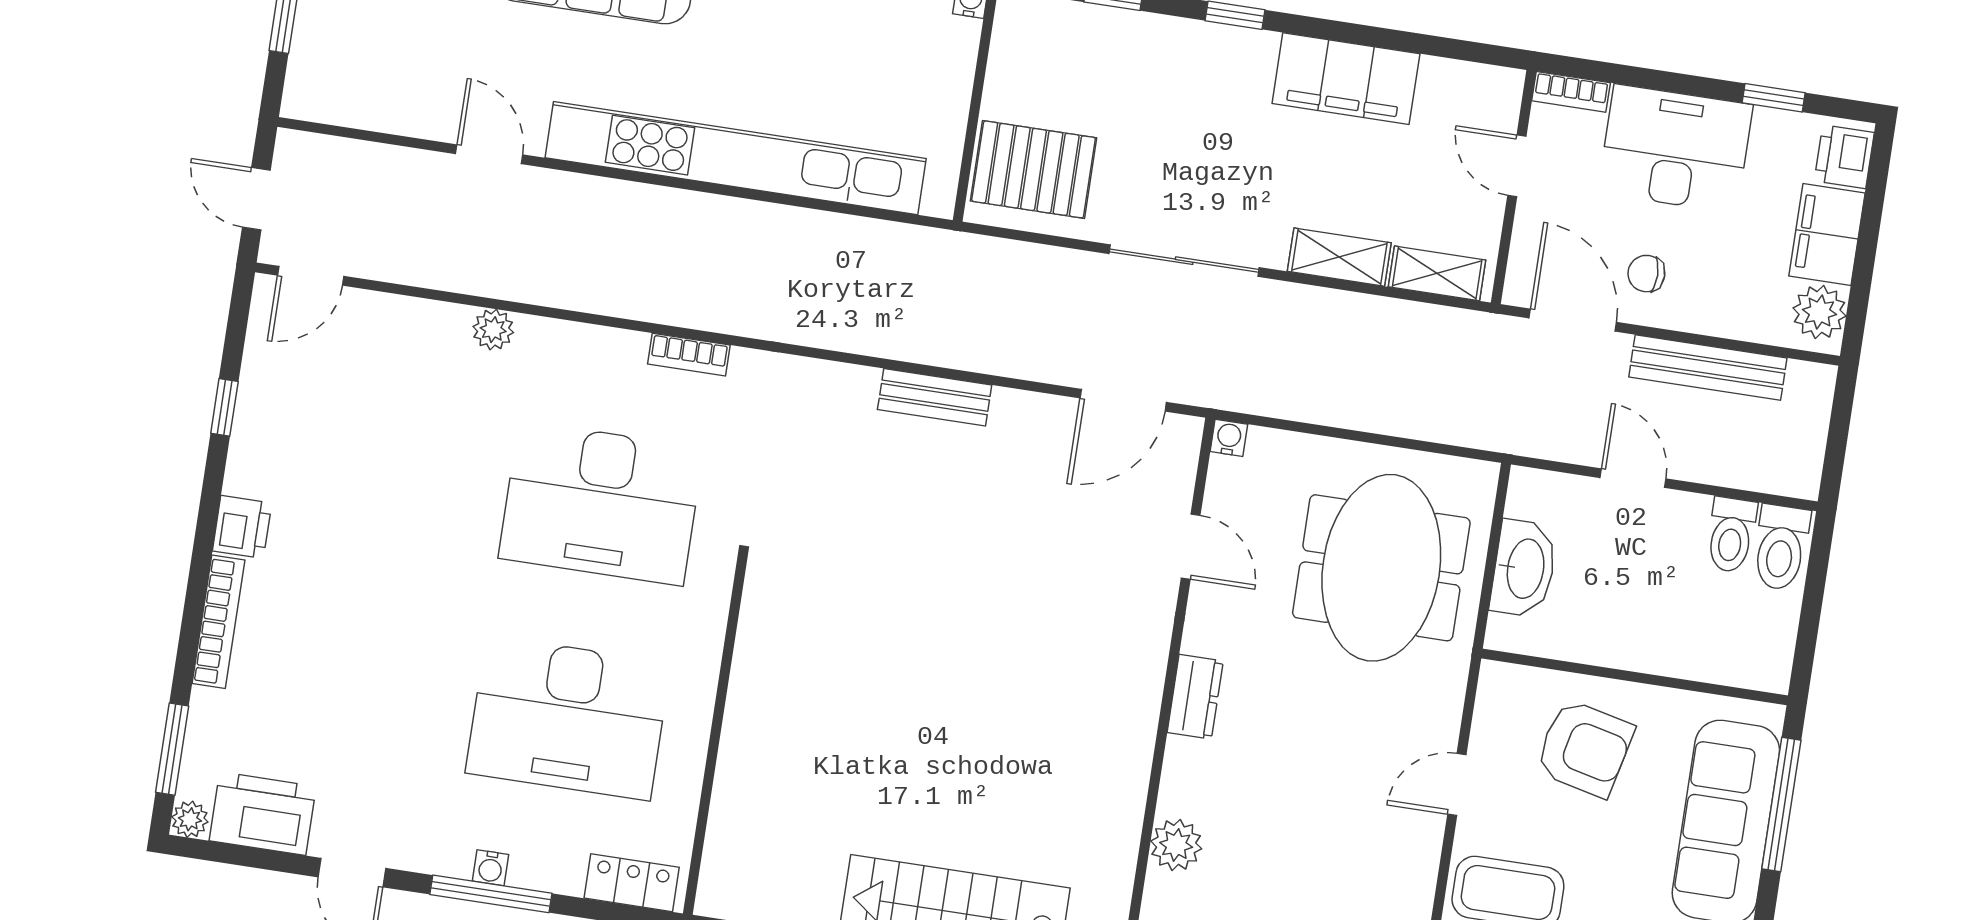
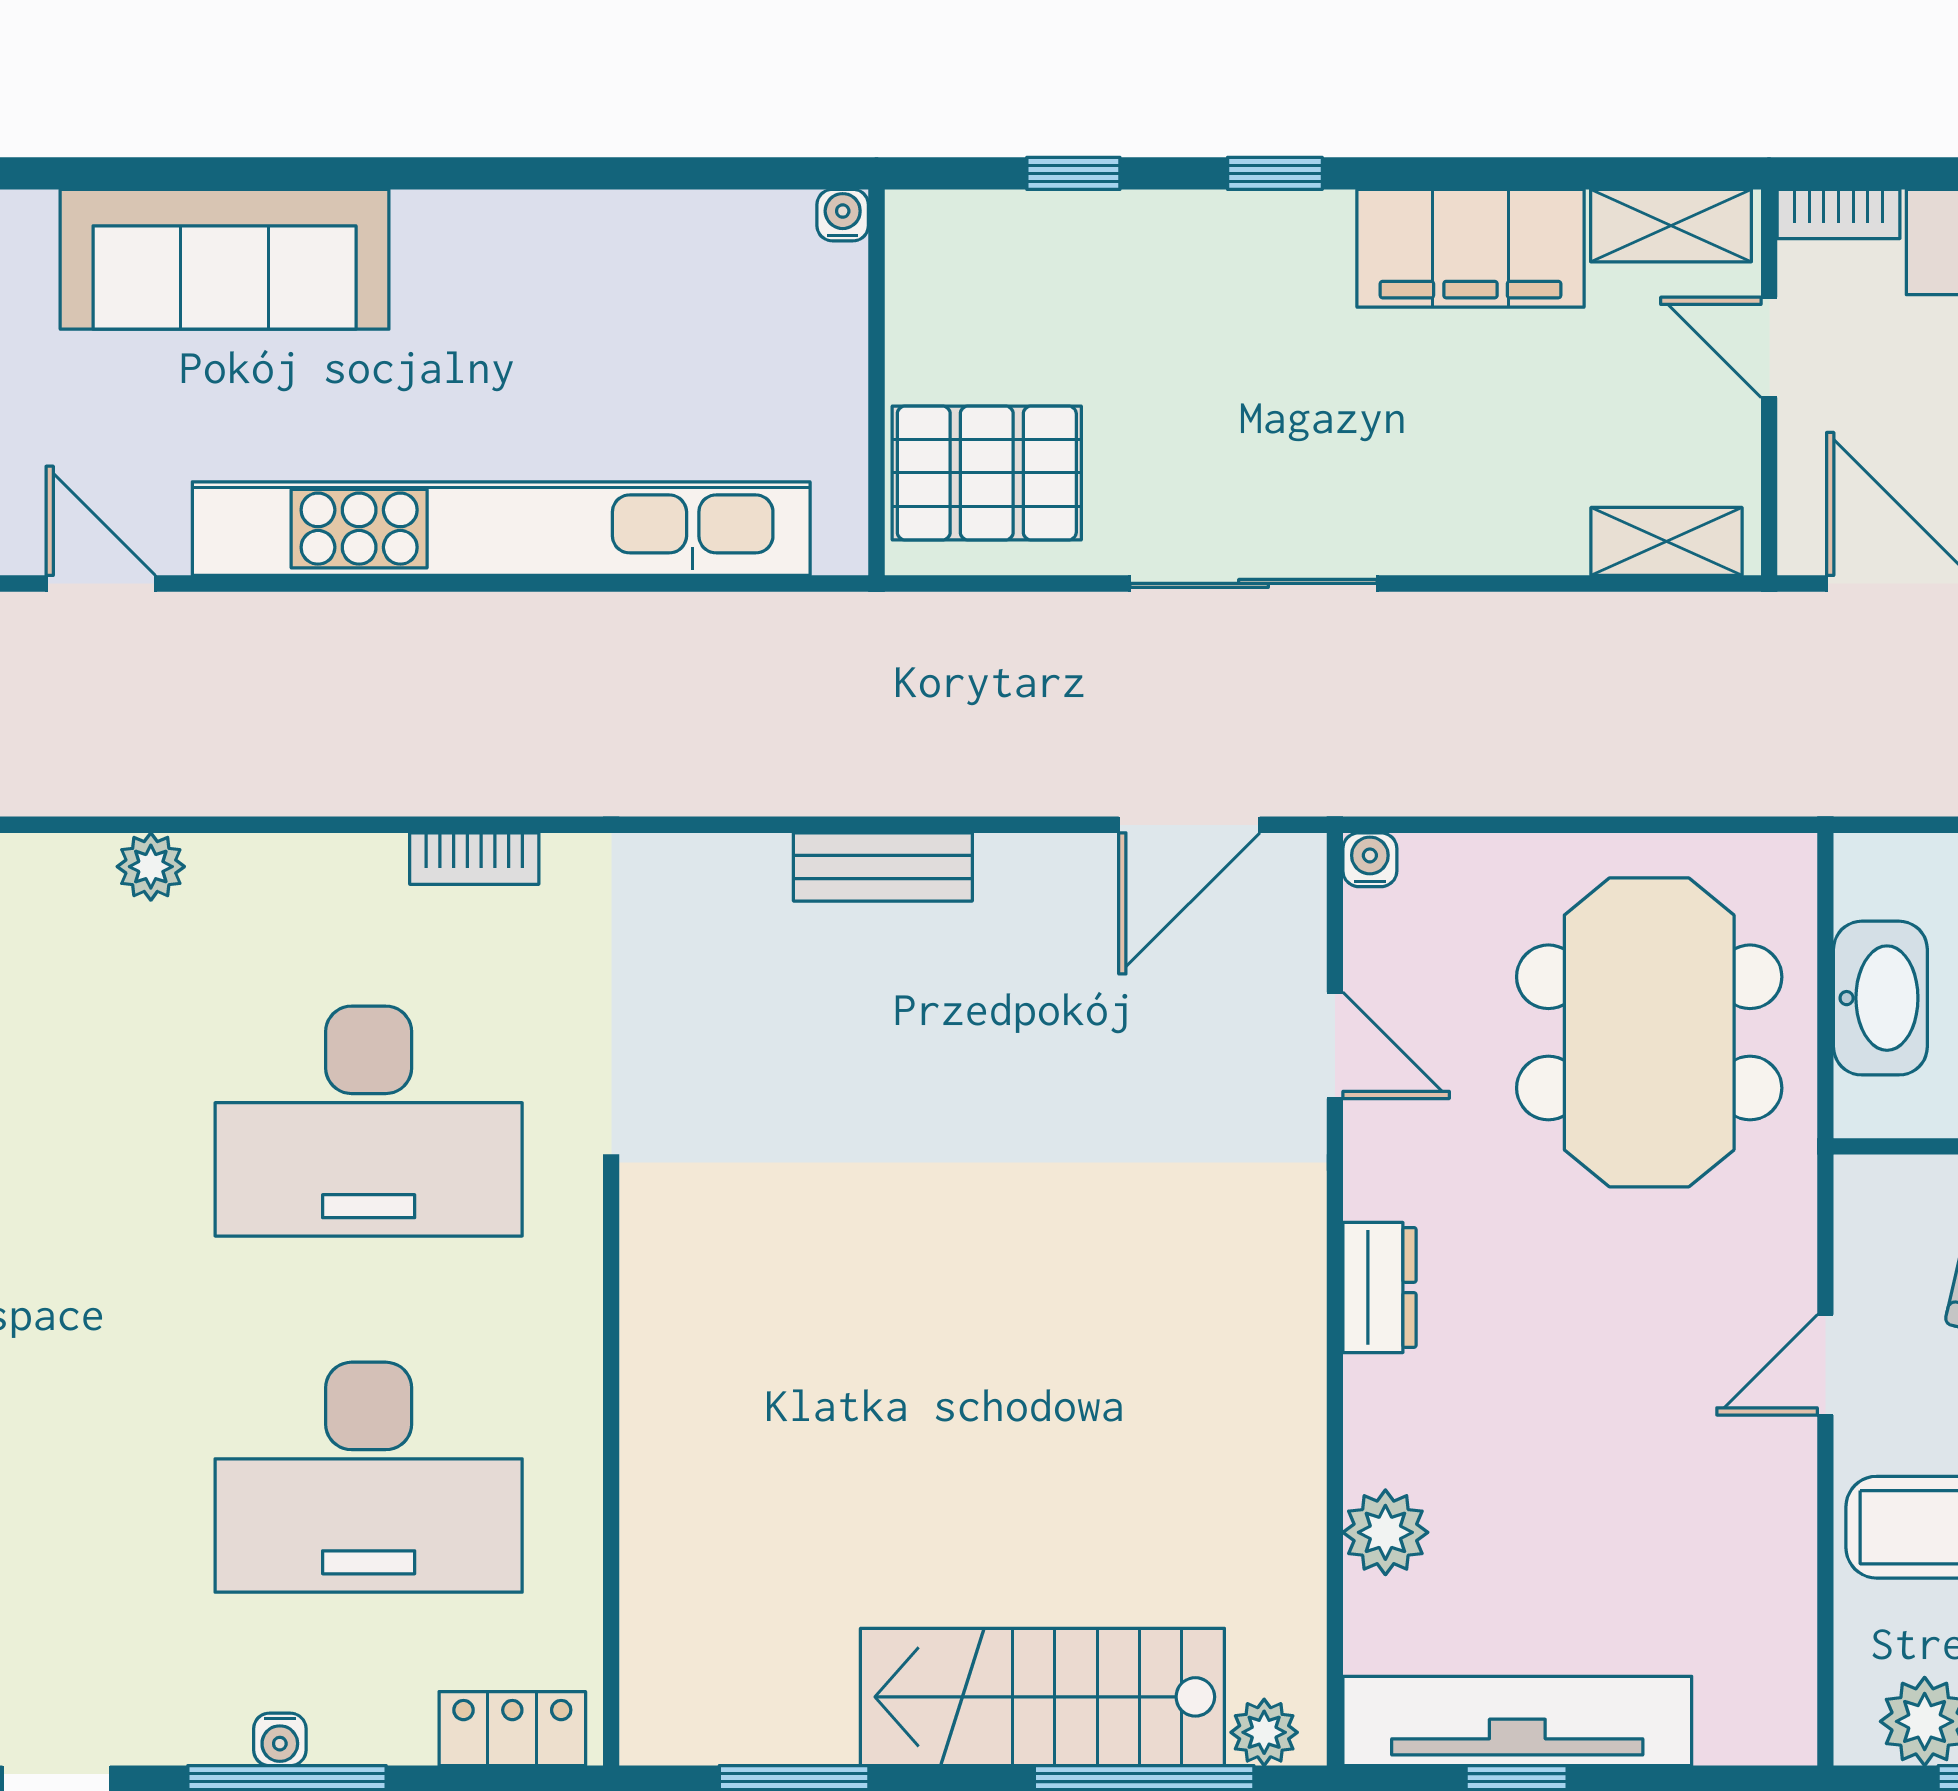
shelving: (1339, 257) -> (1671, 226), moved

